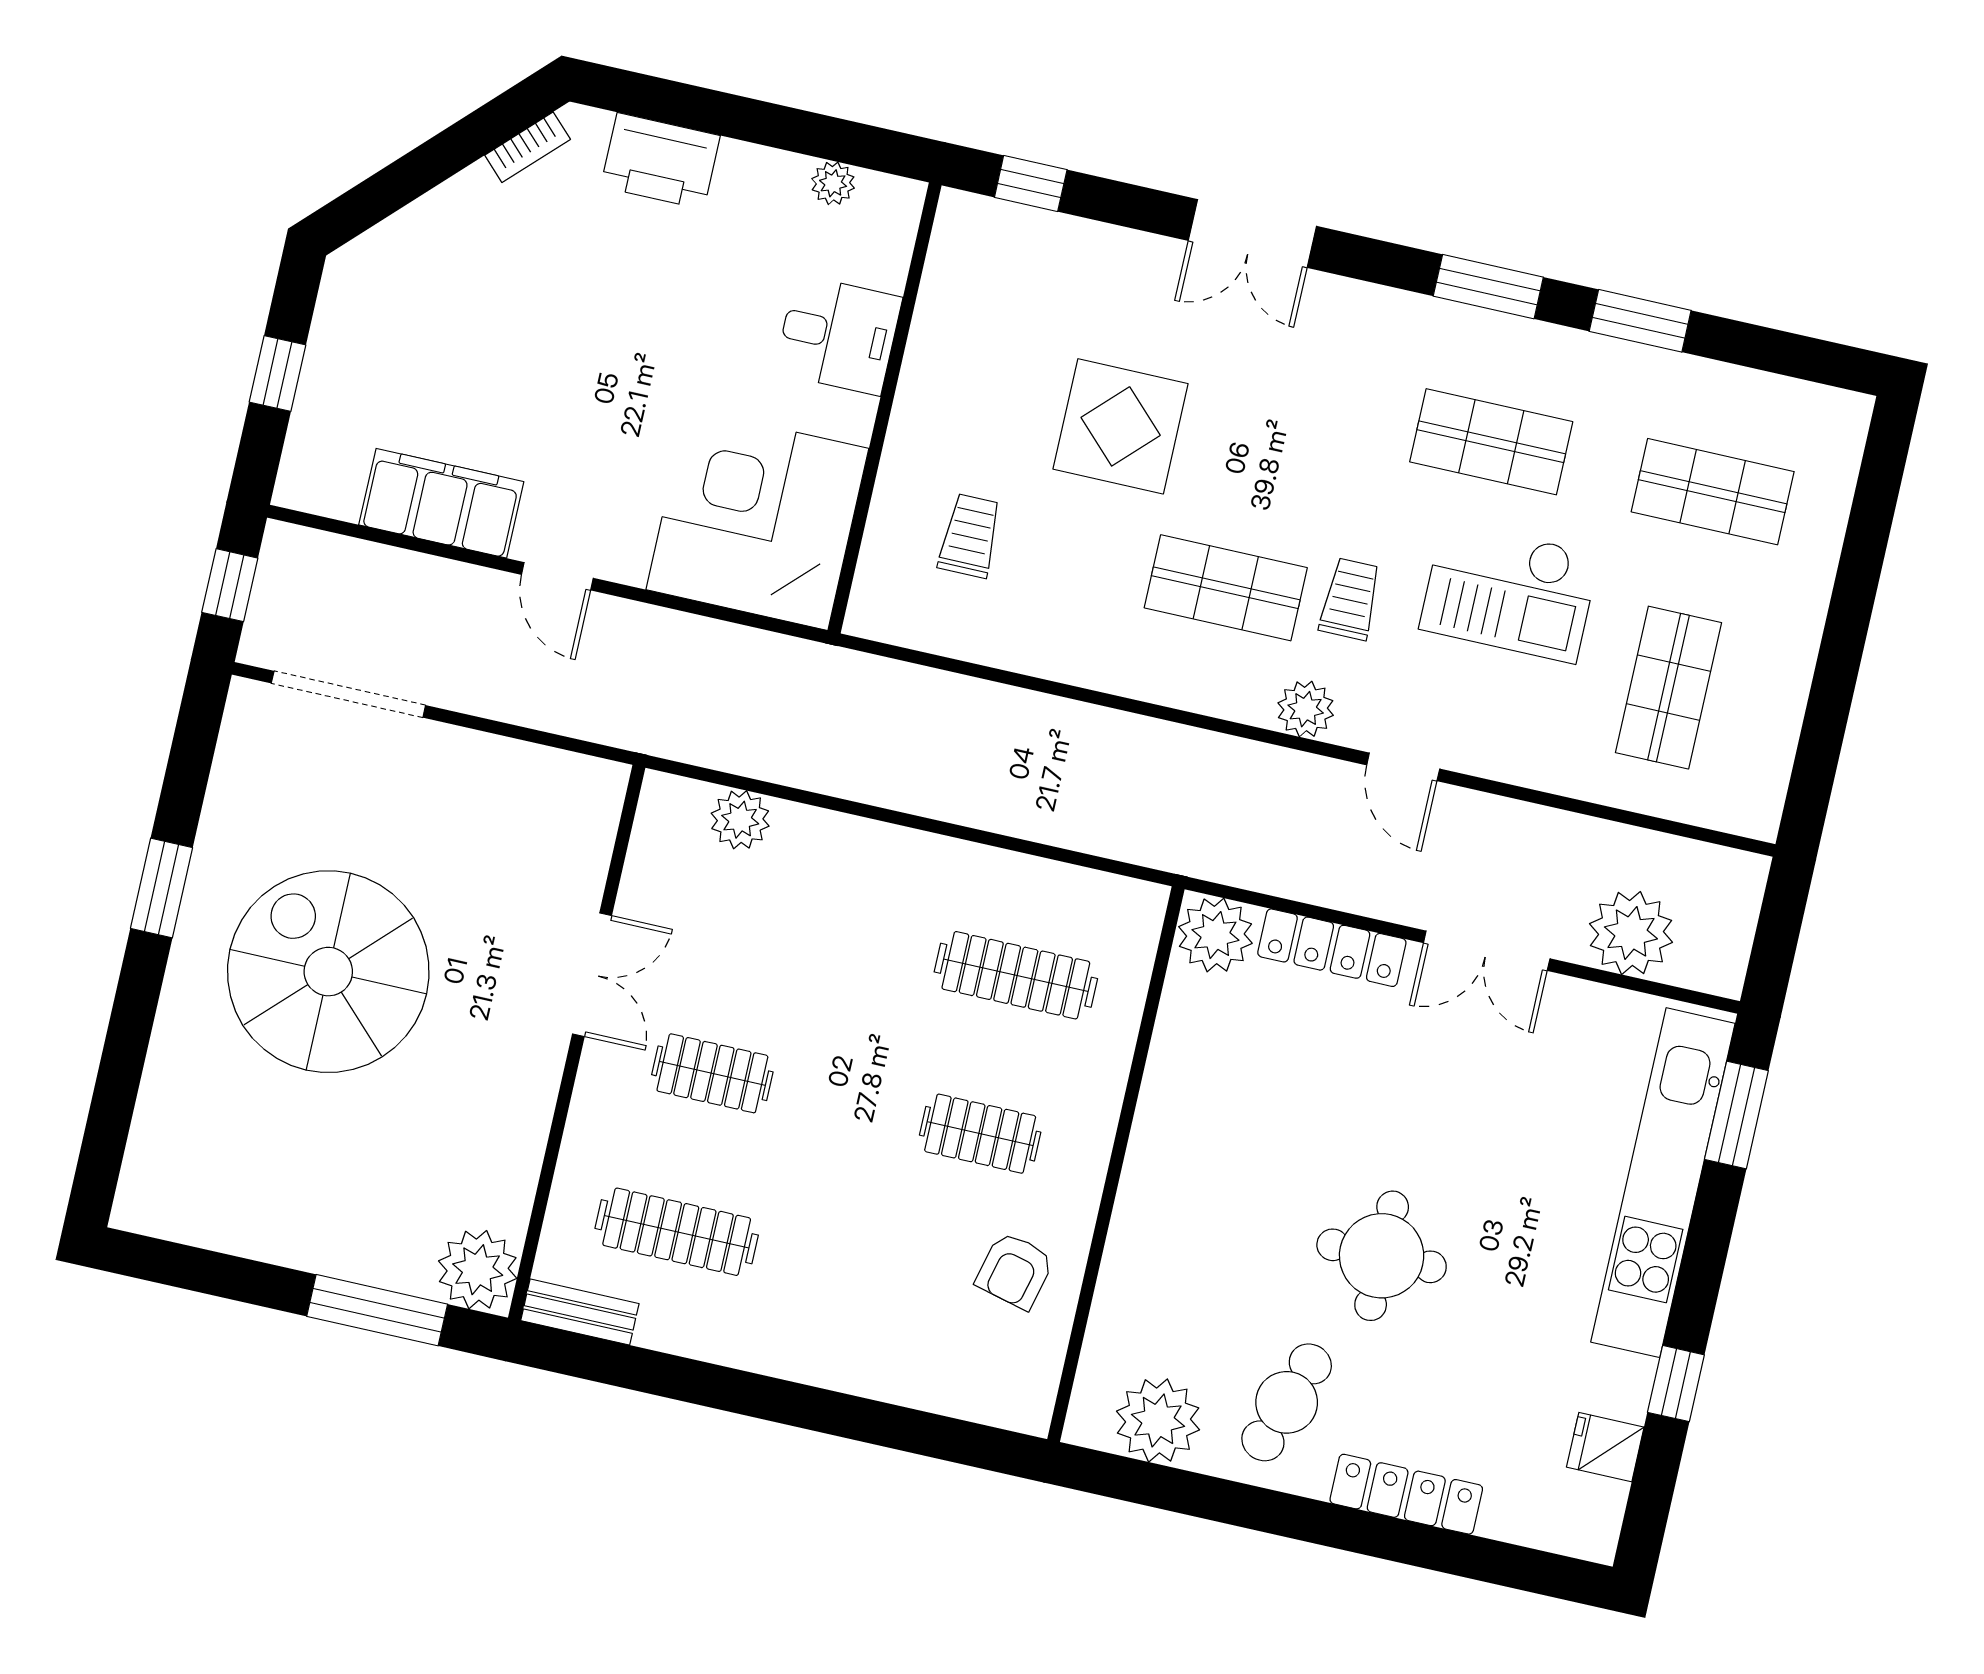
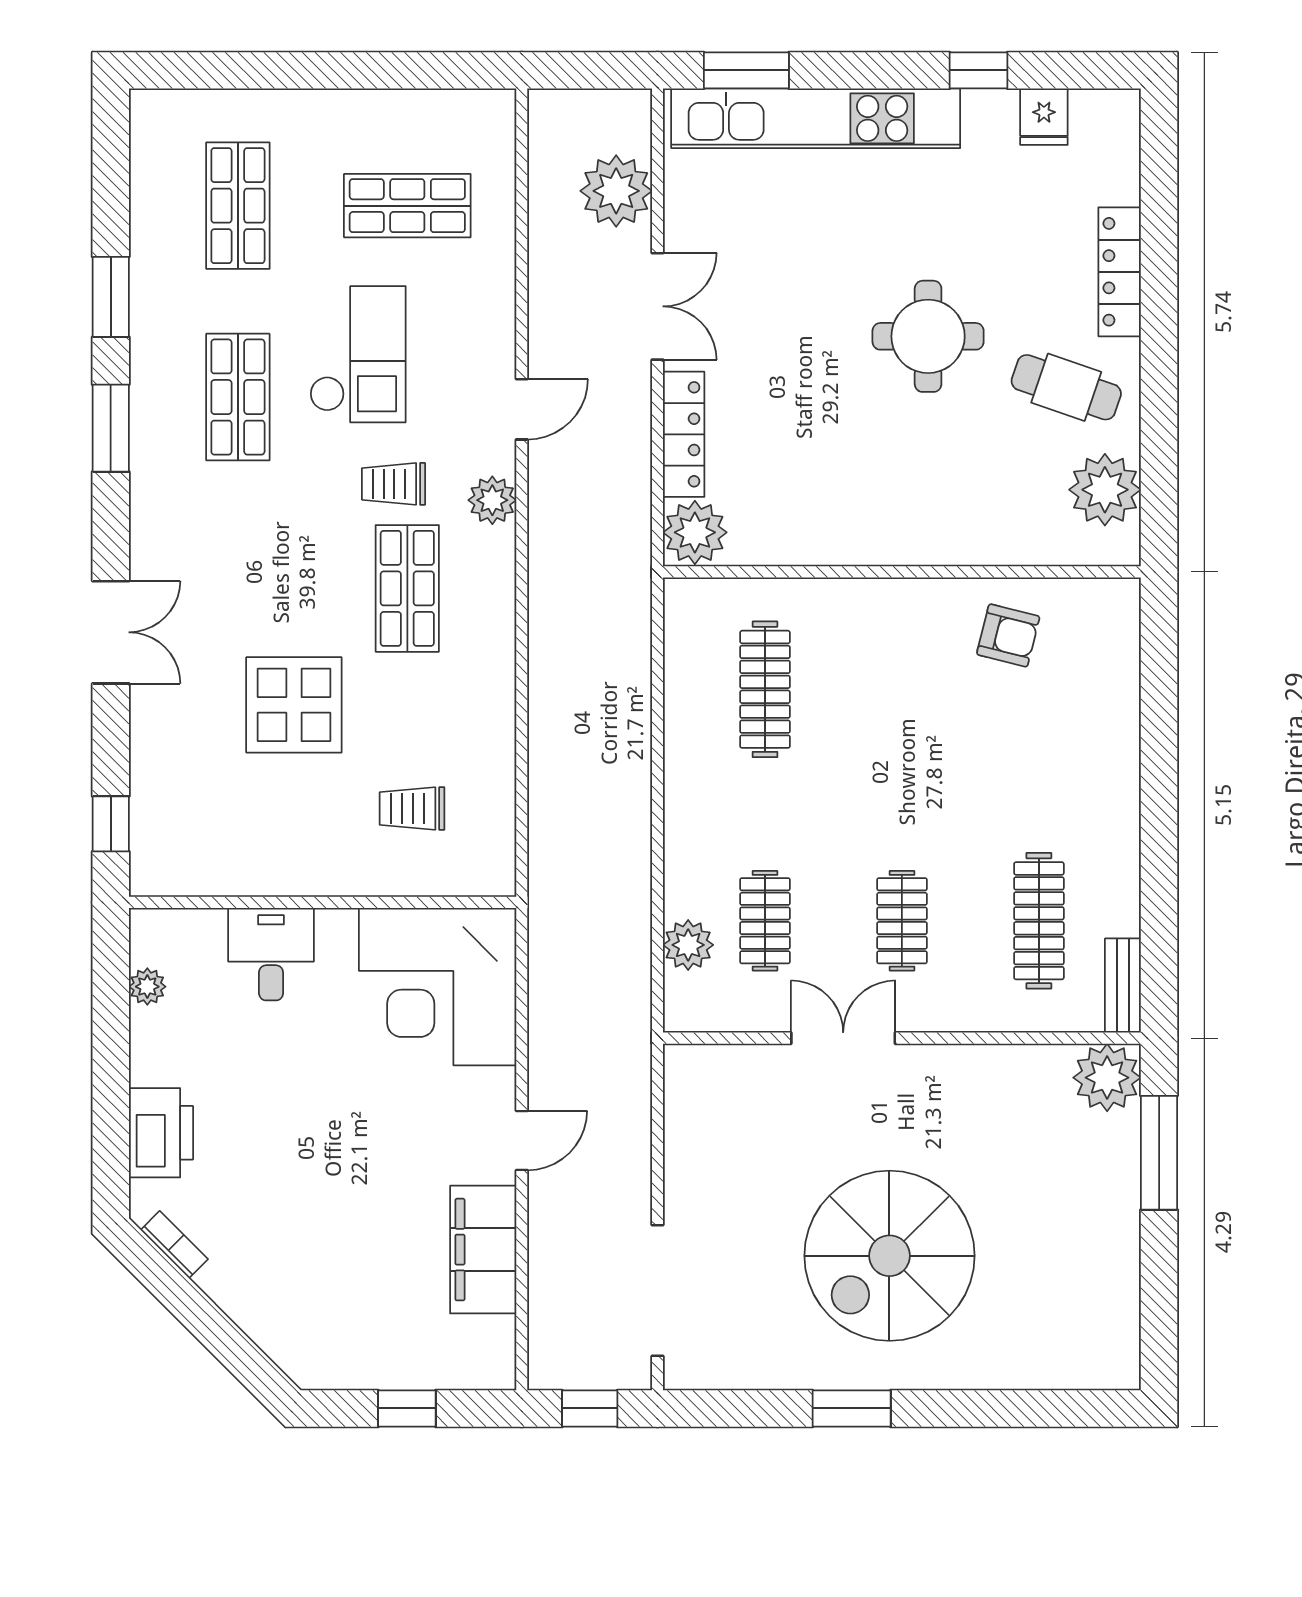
clothes rail: (980, 1134) -> (765, 921), moved

